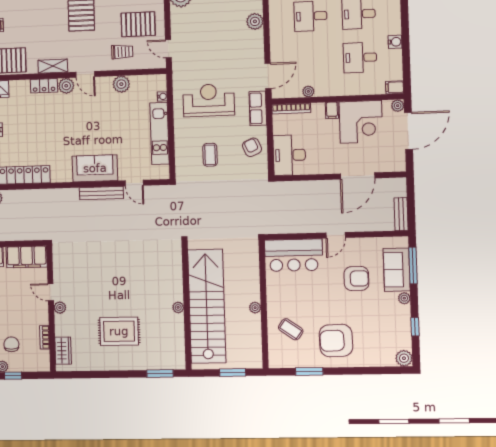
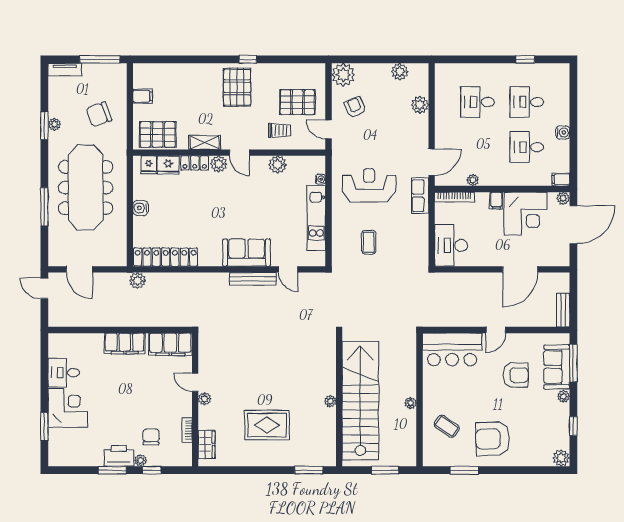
fridge: (20, 89) -> (168, 165), added
armchair: (252, 147) -> (355, 107), moved

